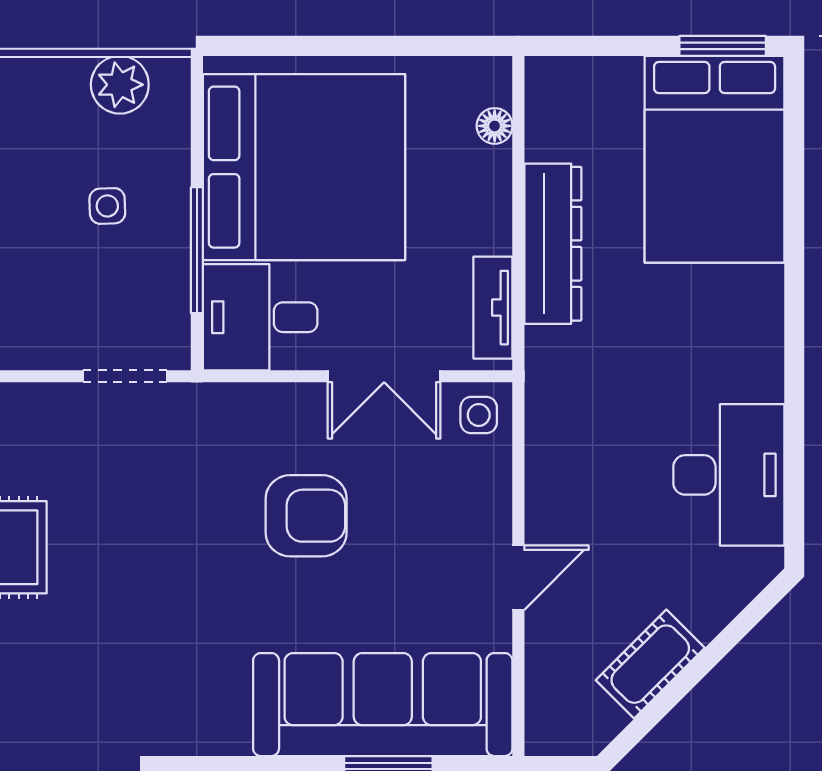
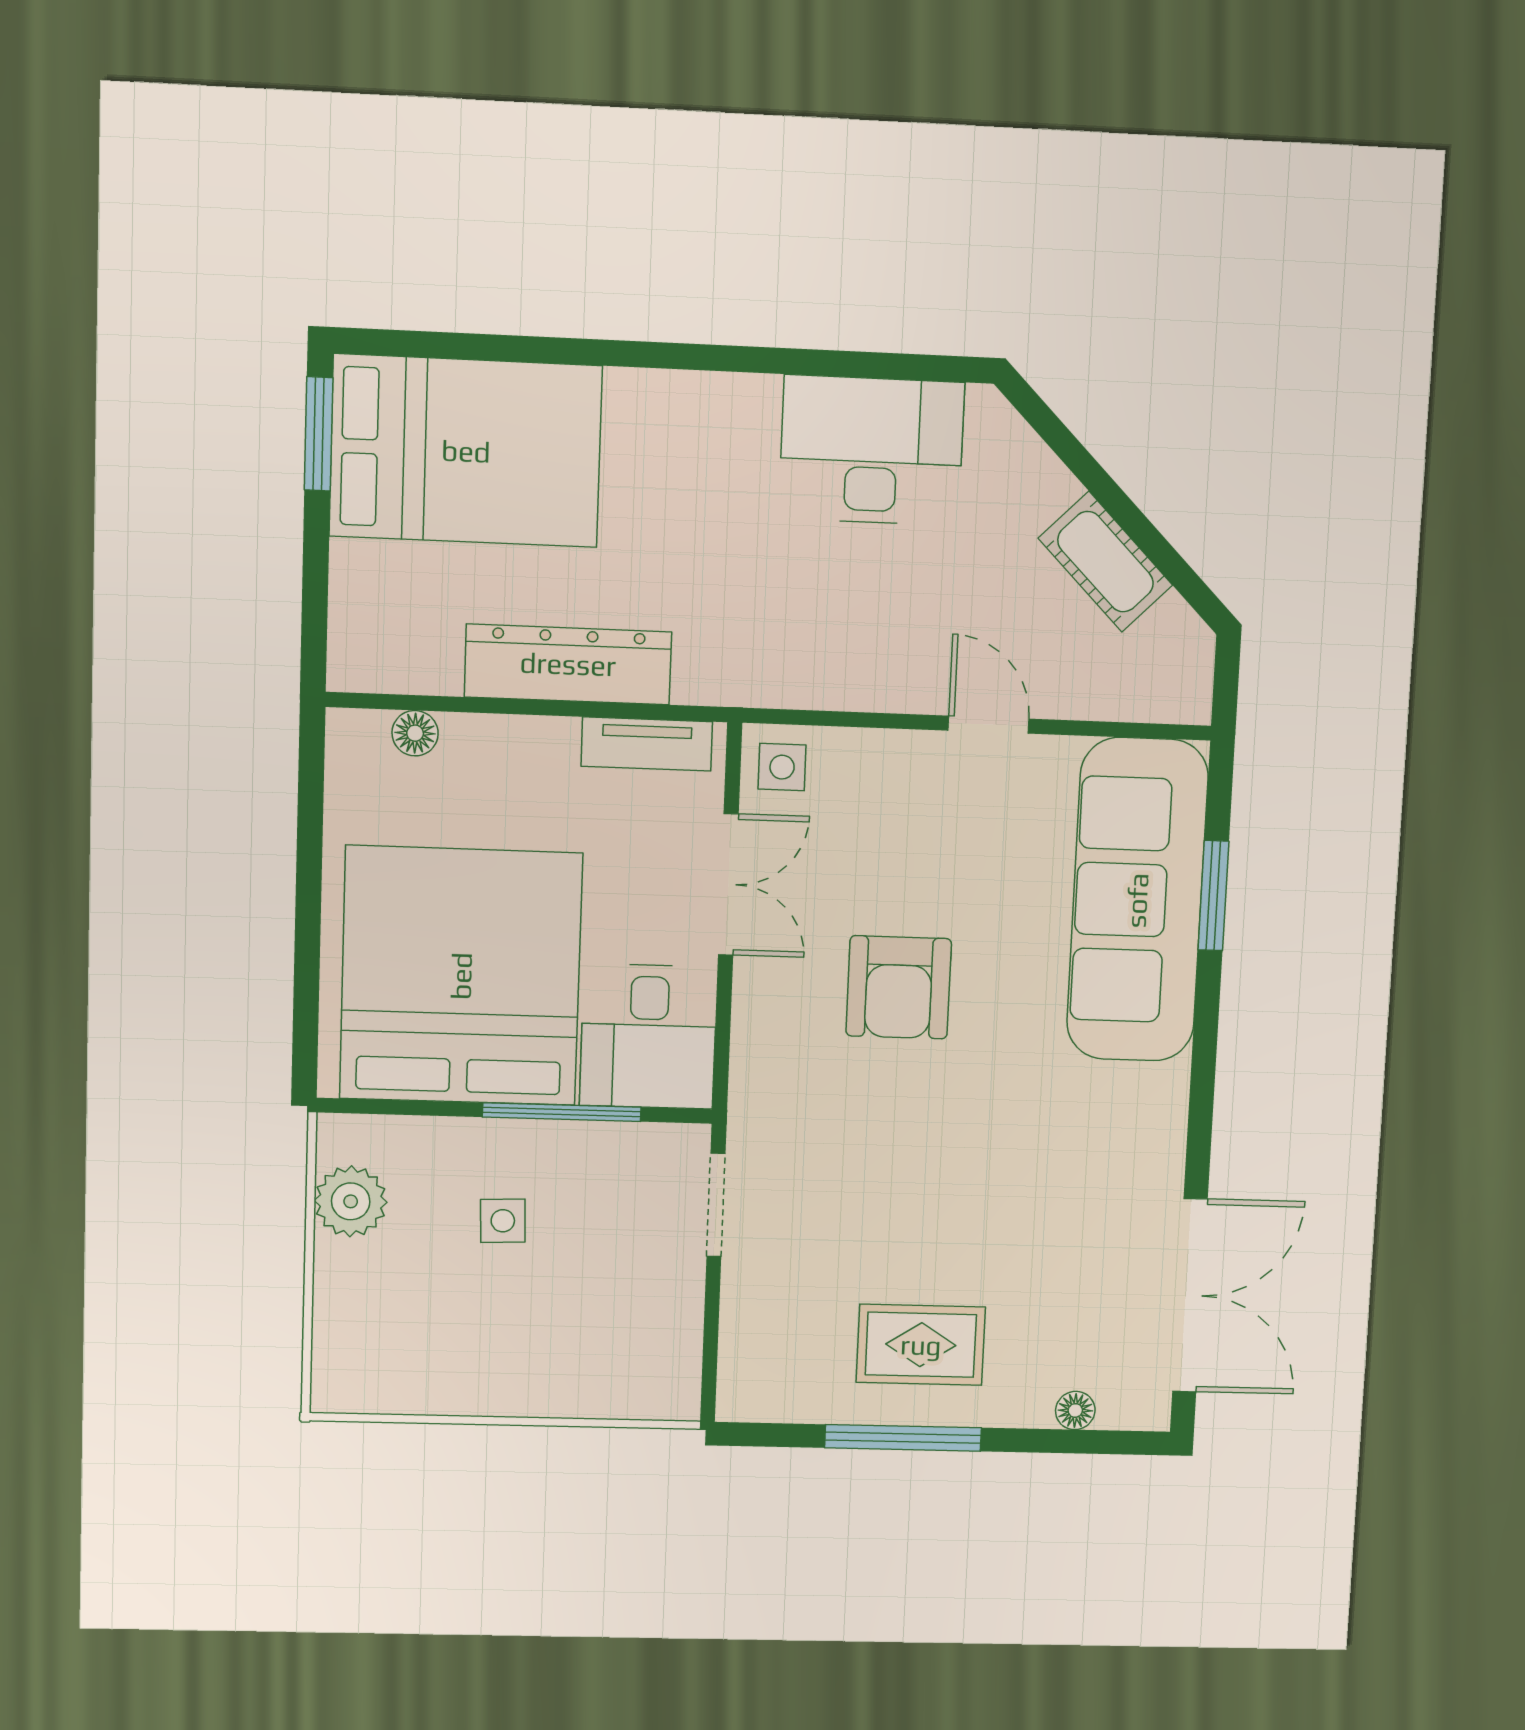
armchair: (306, 516) -> (899, 987), turned 180

